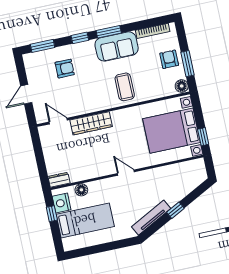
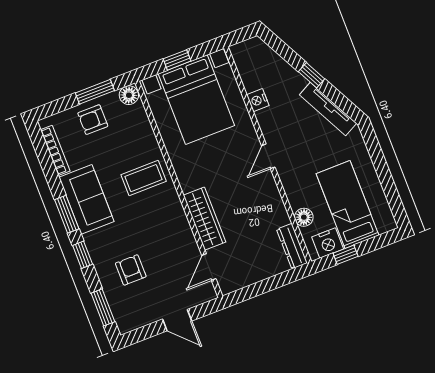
window: (203, 137) -> (177, 60), moved
nightstand: (165, 172) -> (258, 100), added
dresser: (59, 180) -> (292, 246), width x1.44

